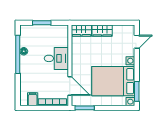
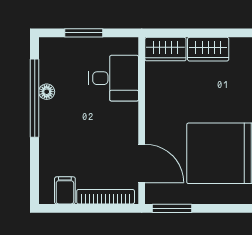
desk: (56, 58) -> (114, 78), moved

